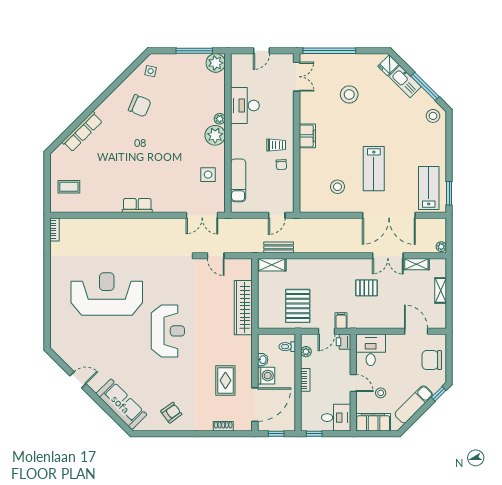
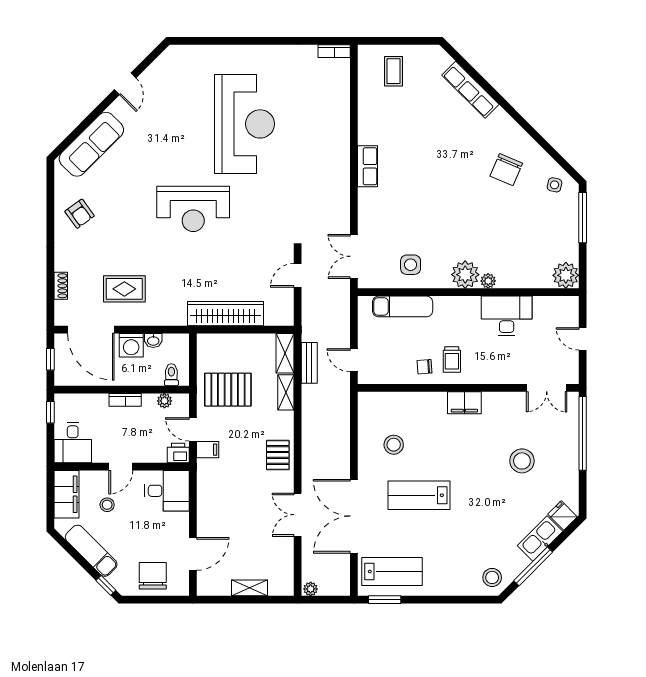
window: (194, 51) -> (583, 218), moved
shelving: (416, 264) -> (286, 392), moved
pallet: (366, 288) -> (278, 455), moved

